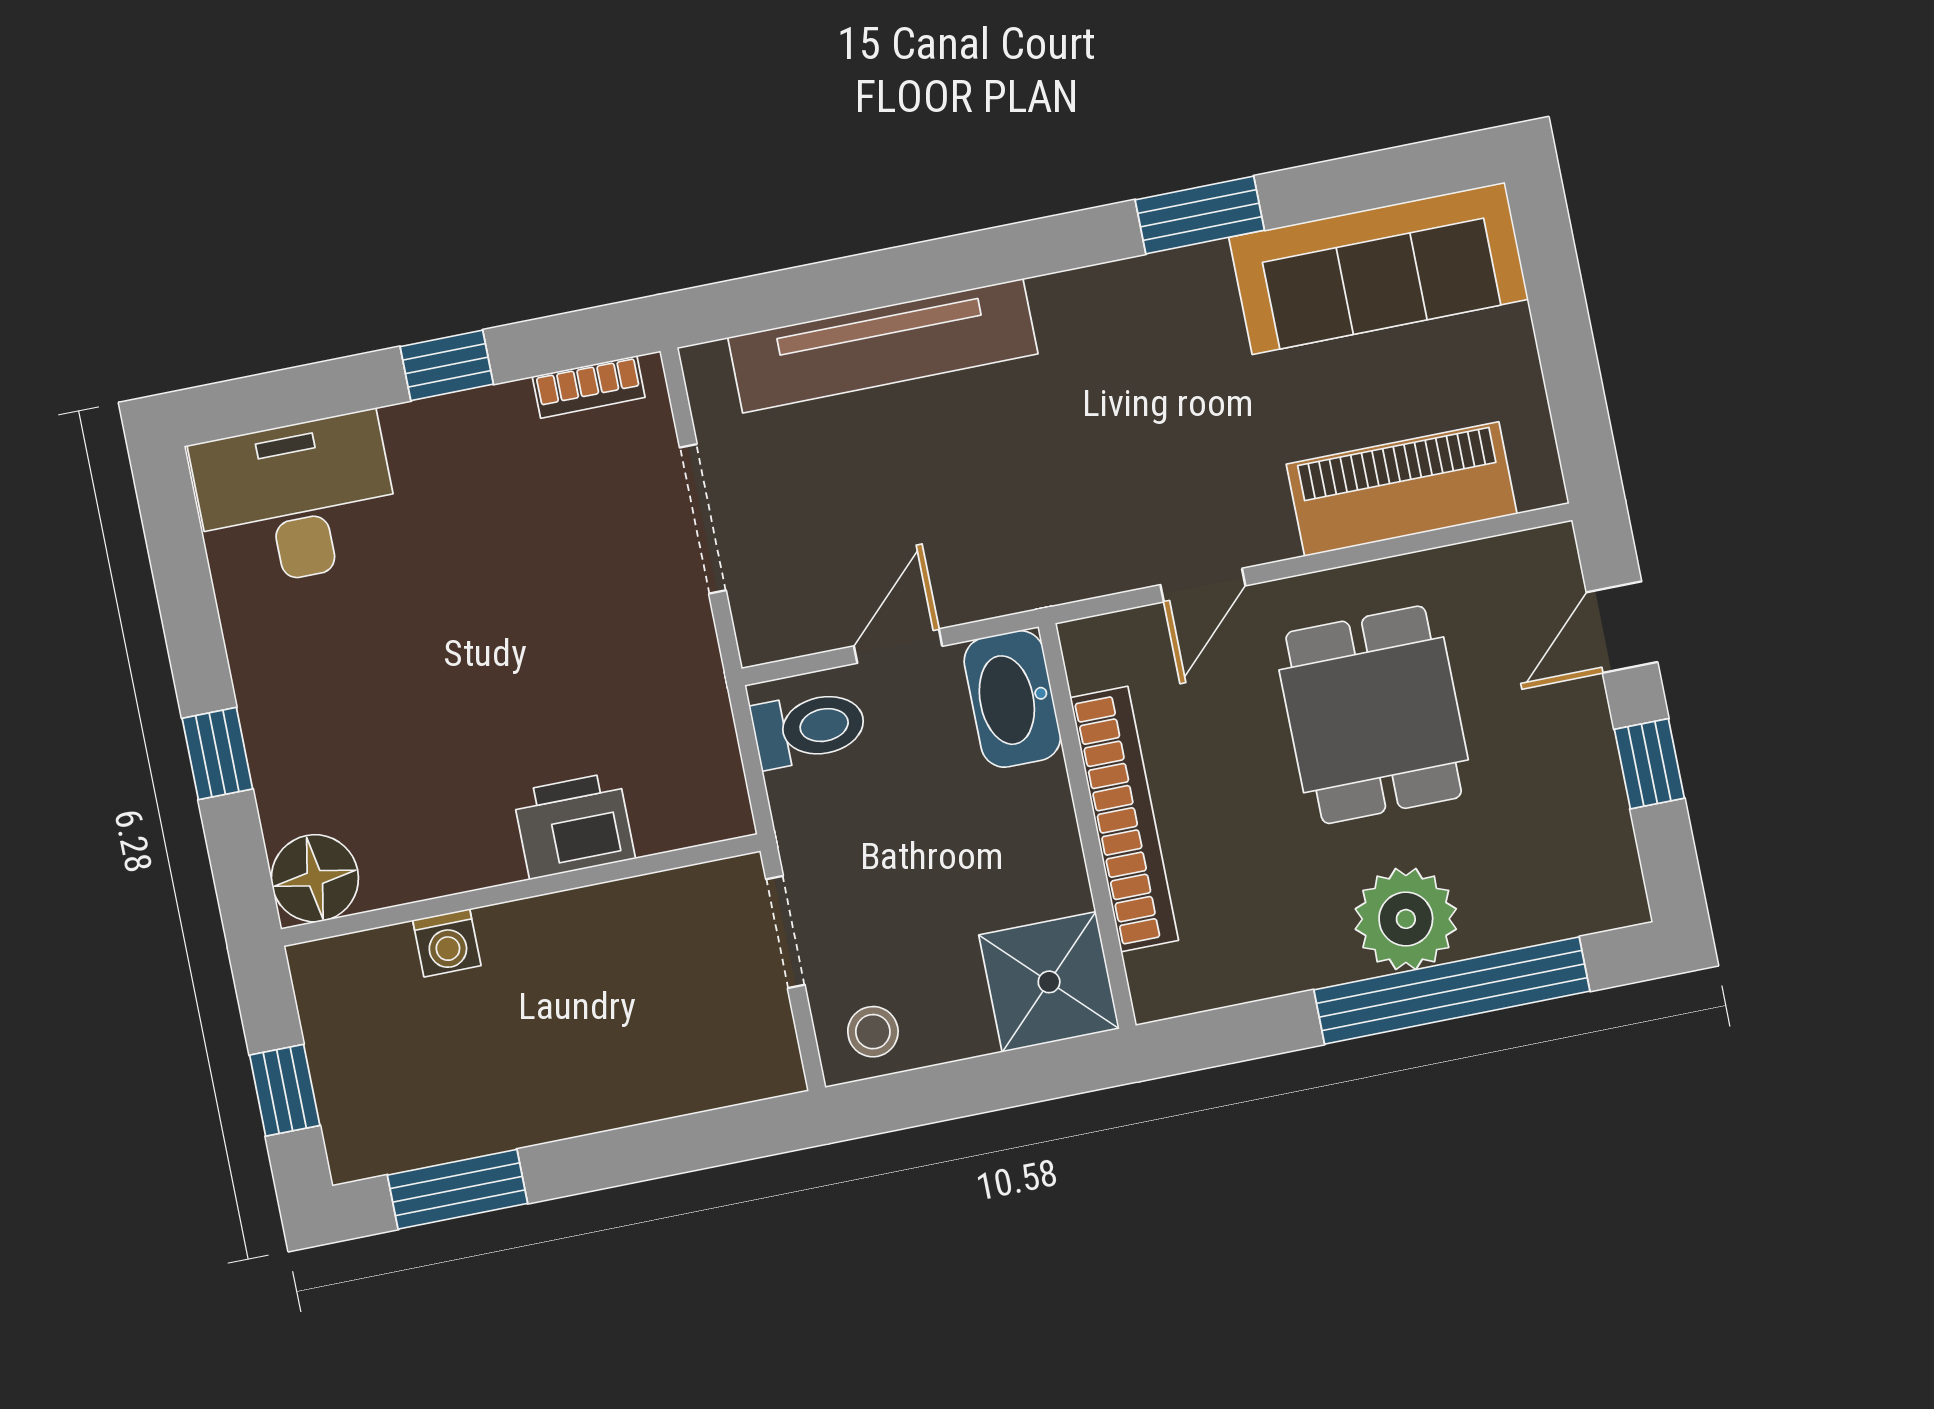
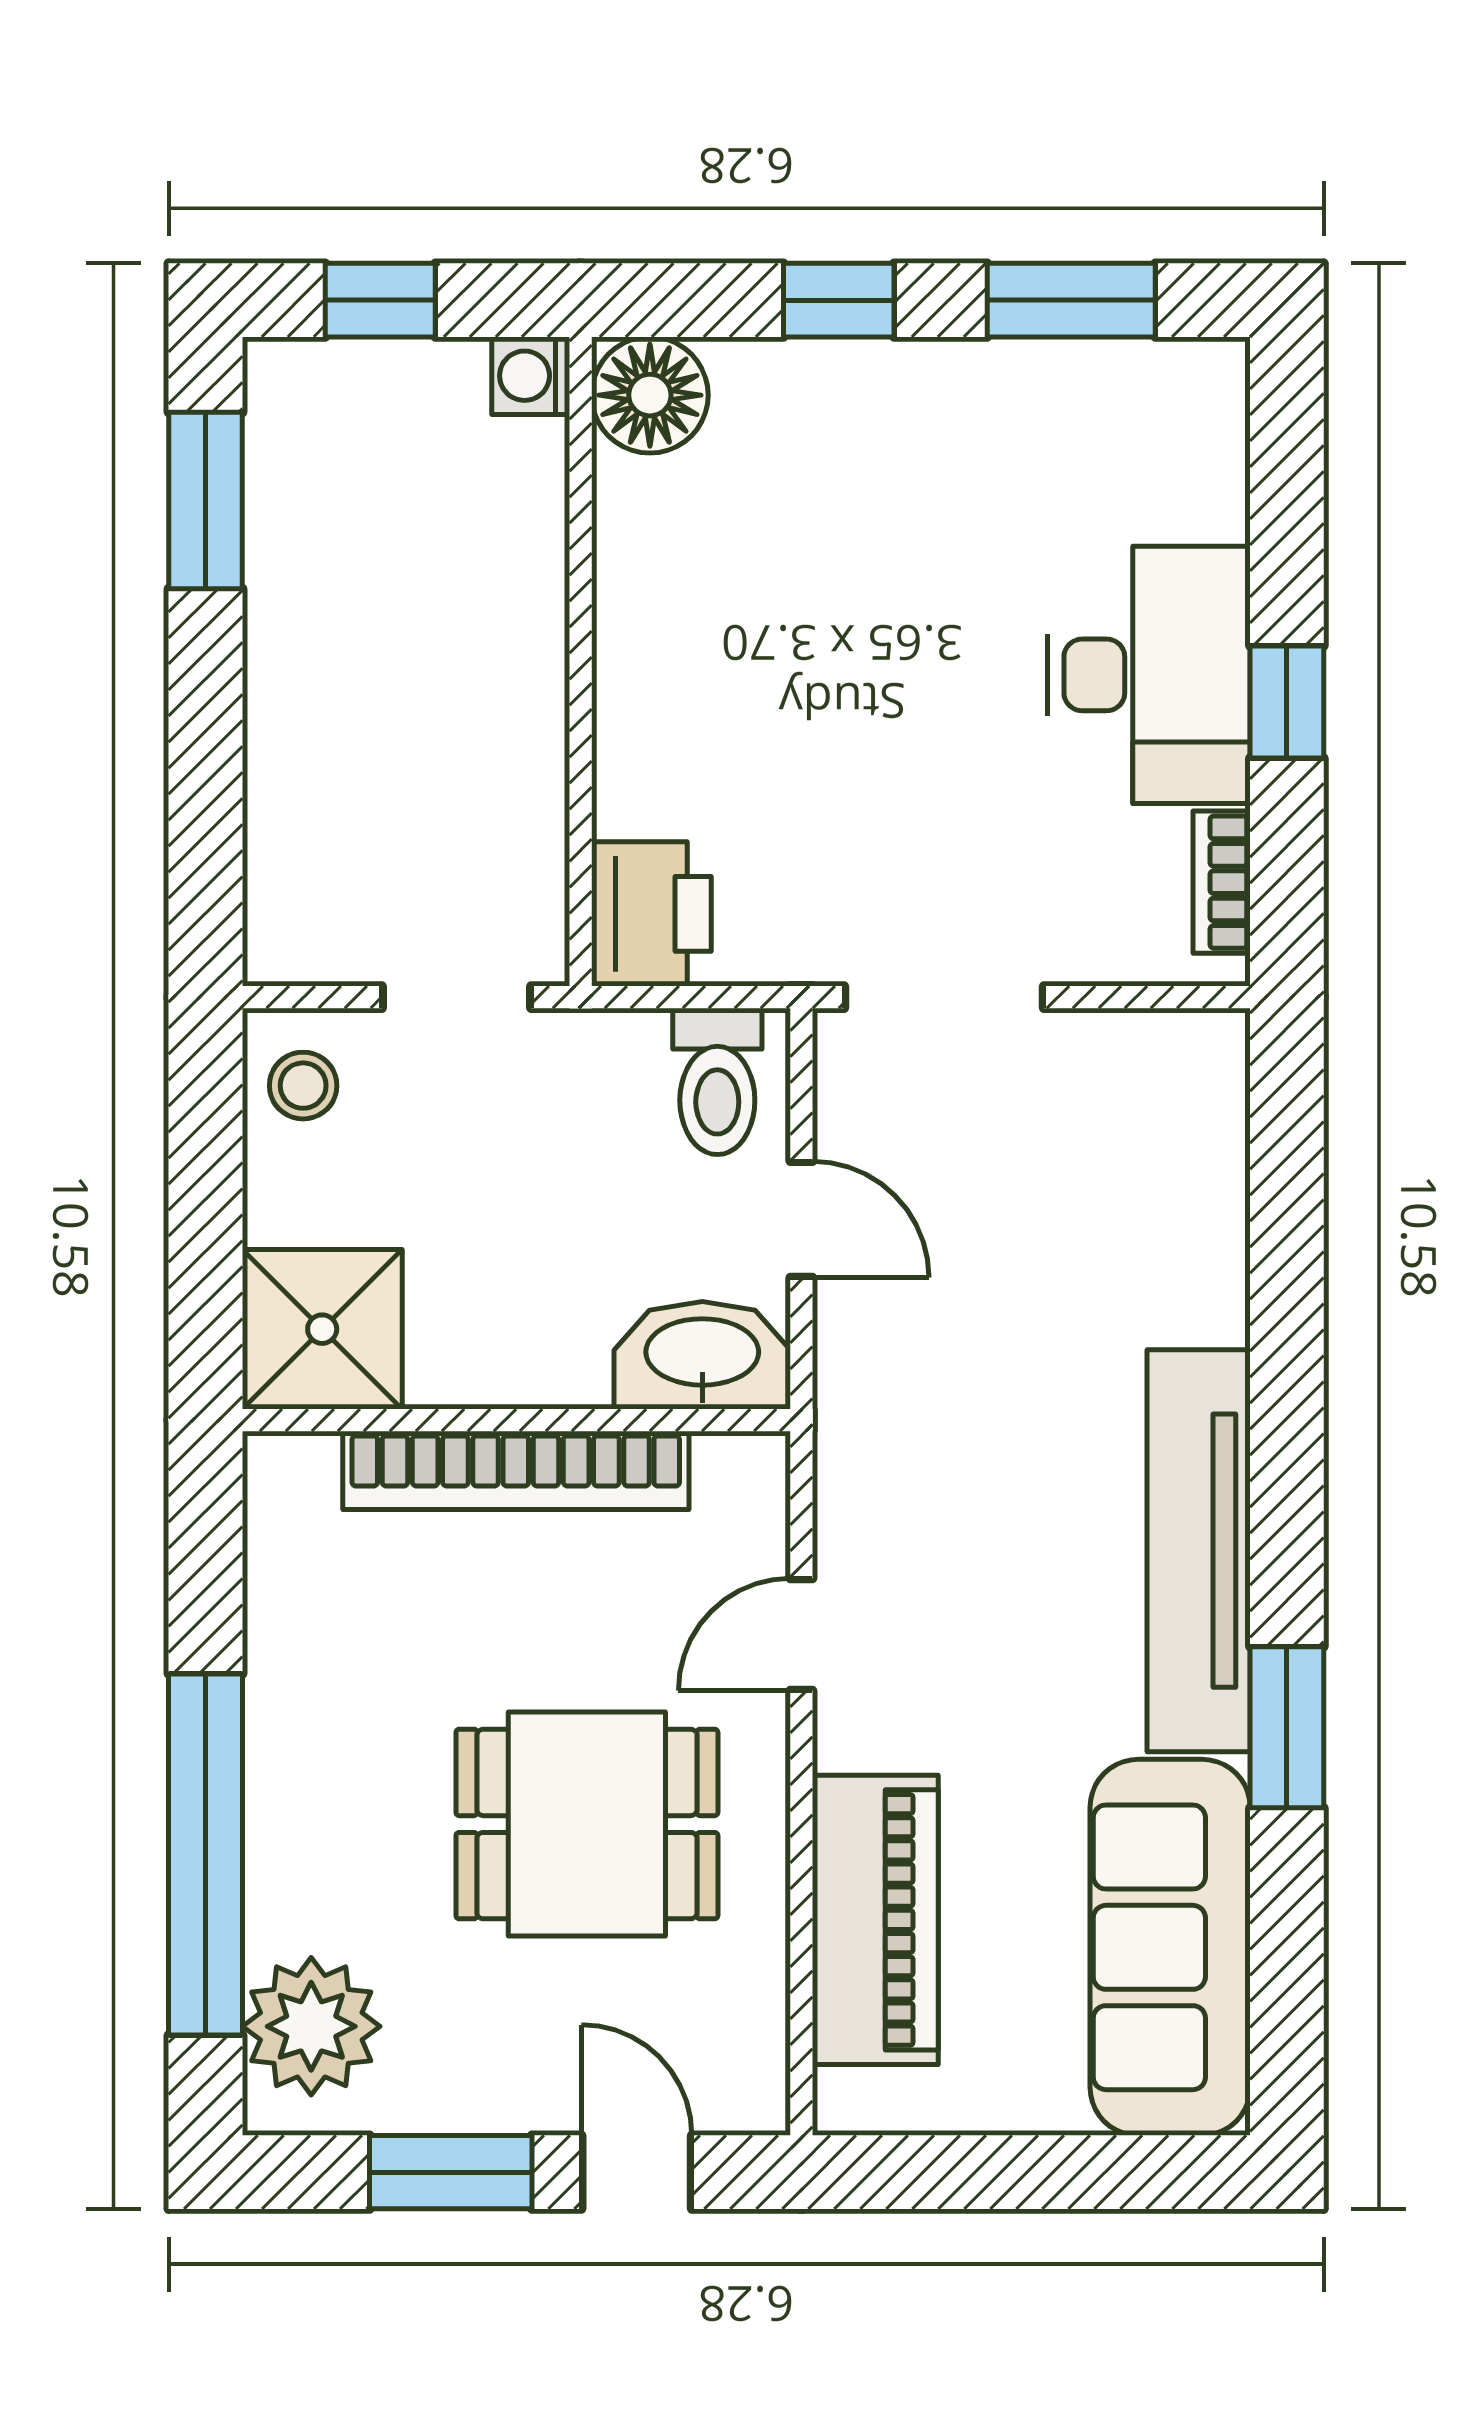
tv unit: (883, 346) -> (1199, 1551), moved
desk: (296, 501) -> (1149, 675), moved
doorway: (703, 519) -> (944, 997), moved
window: (183, 583) -> (1071, 300), added
door: (1203, 585) -> (801, 1634), hinge flipped
window: (1649, 764) -> (451, 2172), width x1.50
printer: (574, 825) -> (651, 914), moved
plant: (1406, 919) -> (311, 2026), moved
washing machine: (447, 943) -> (531, 376), moved

